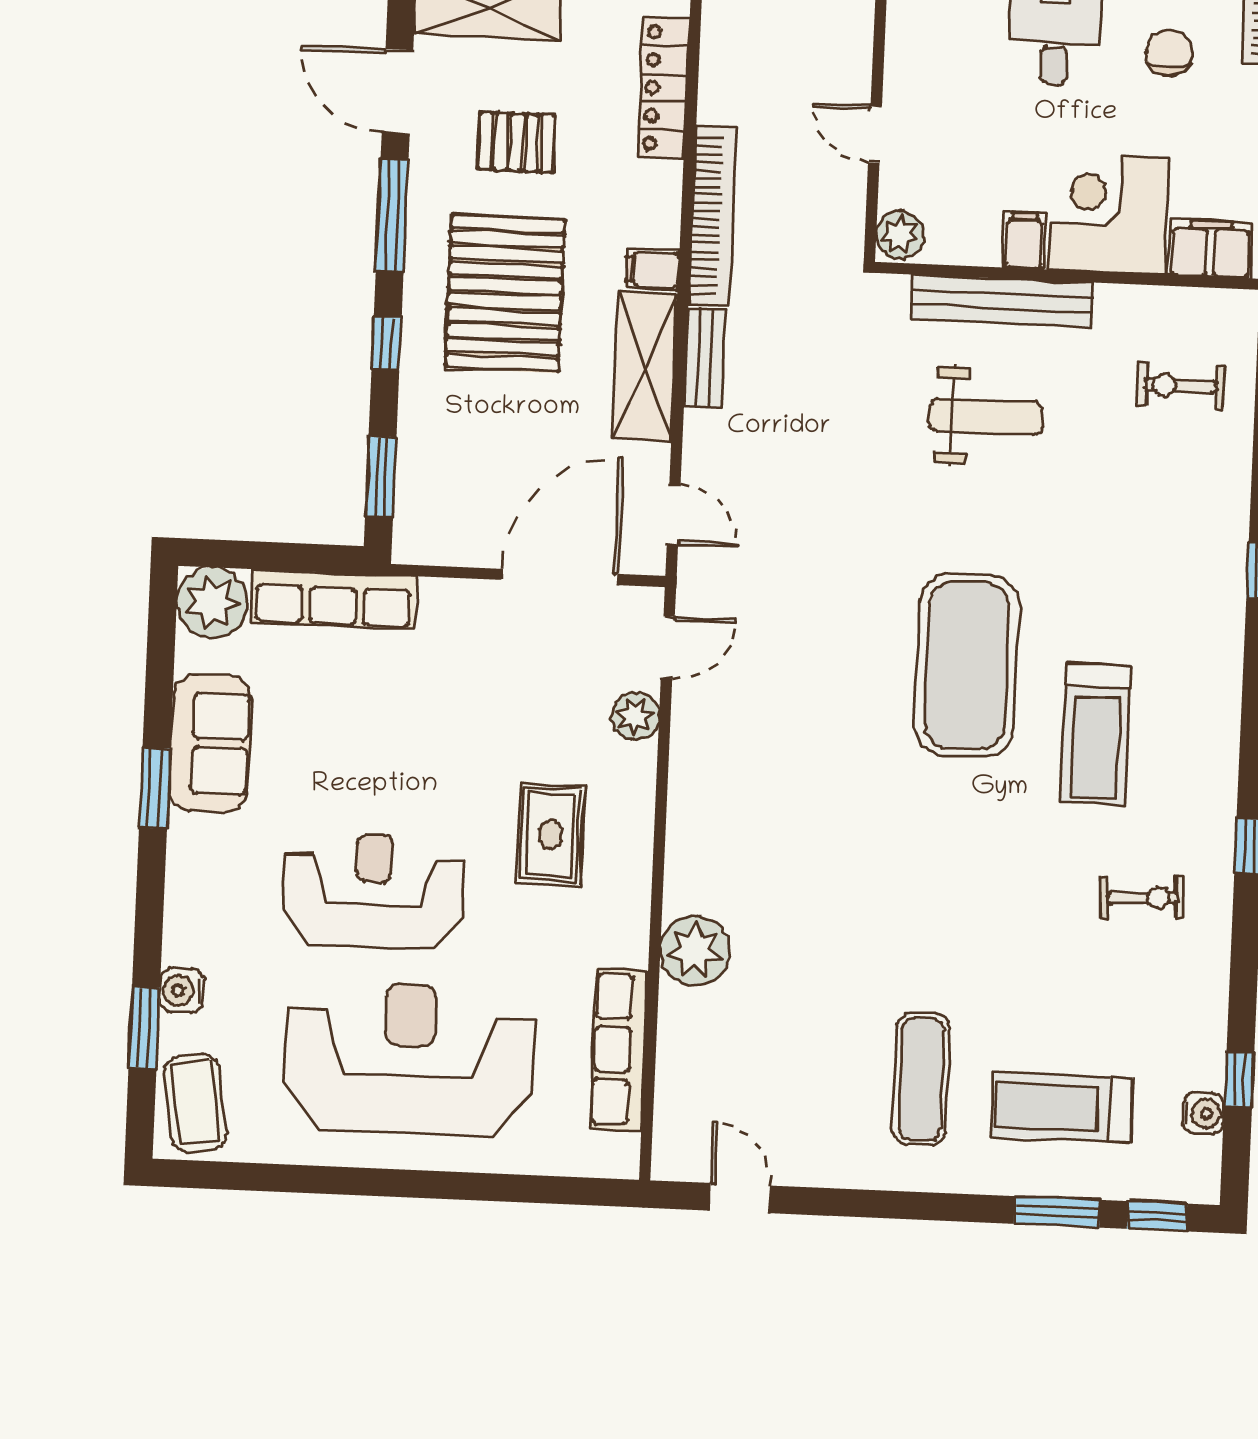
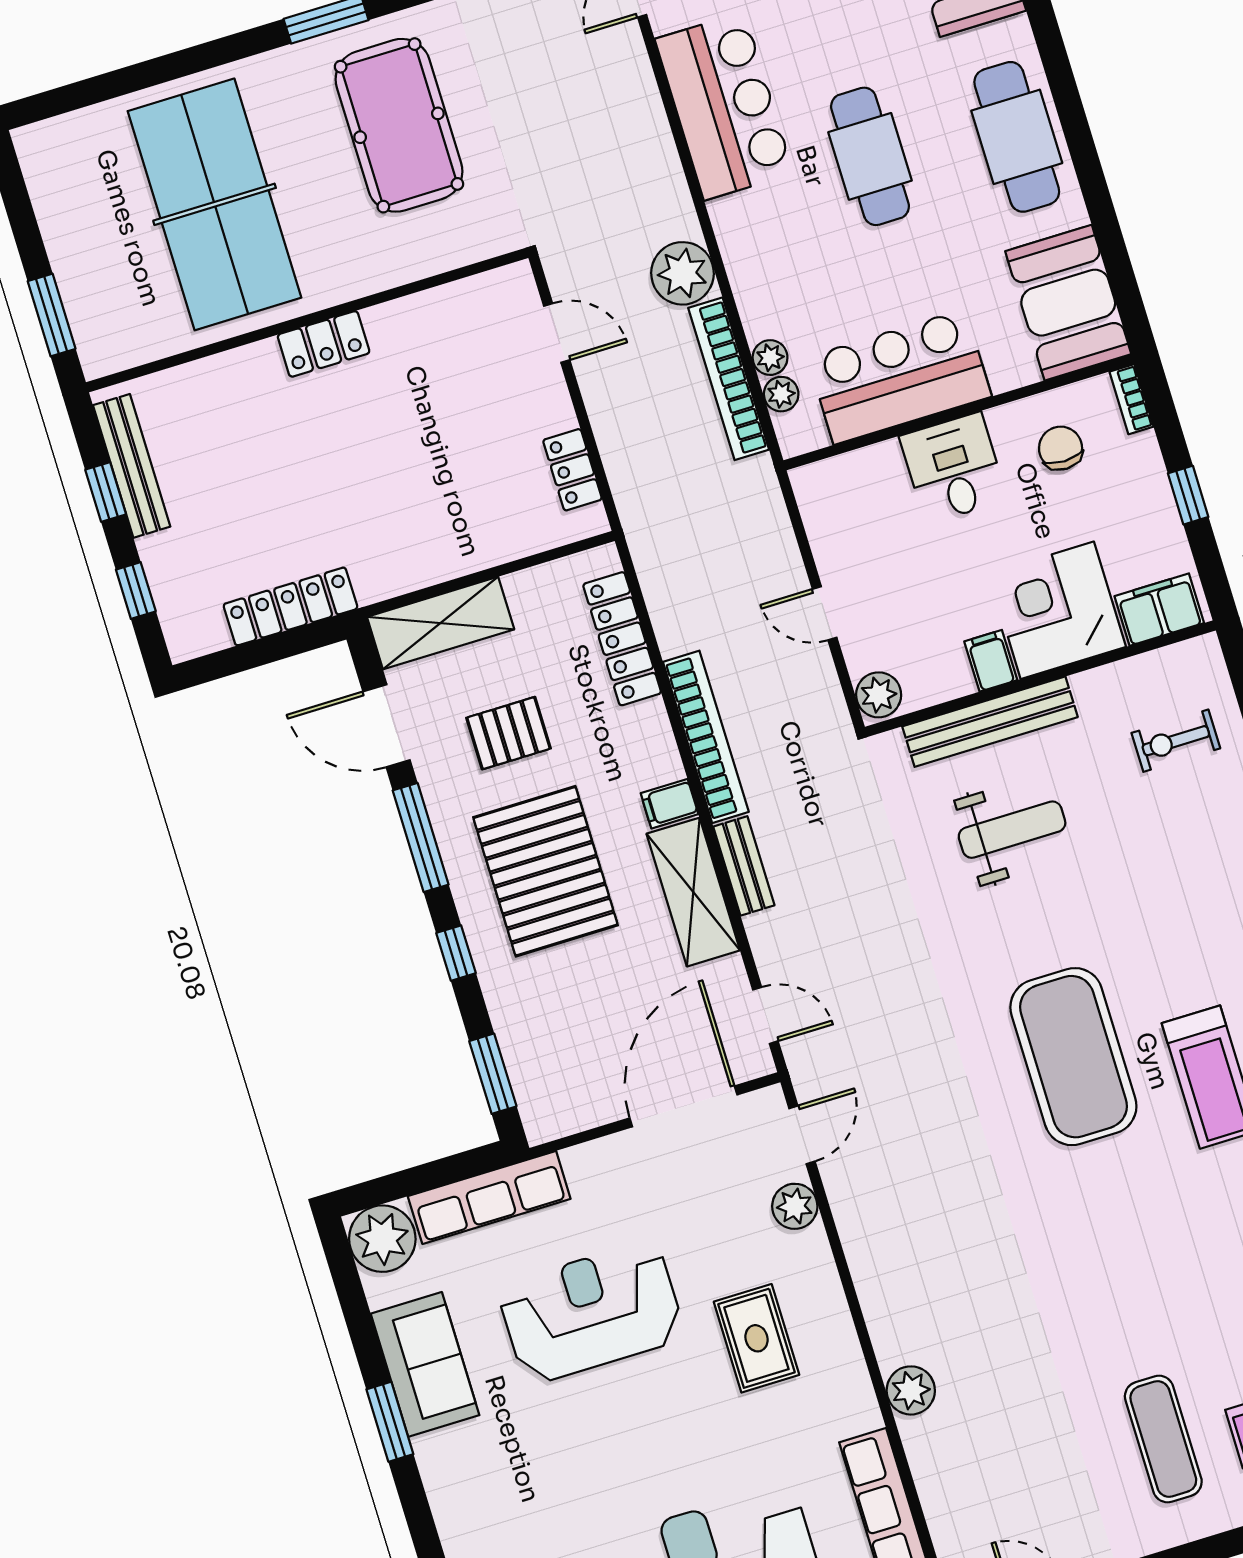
reception desk: (373, 891) -> (591, 1312), moved
plant: (695, 951) -> (911, 1390), width x0.73, depth x0.73

